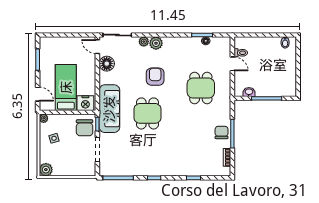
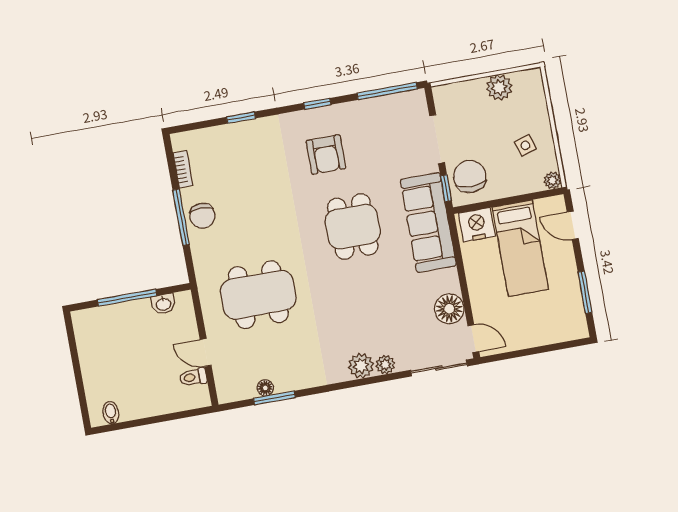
armchair: (155, 77) -> (326, 155), moved
dining table: (201, 88) -> (258, 295), width x1.38
plant: (46, 170) -> (499, 87), moved

